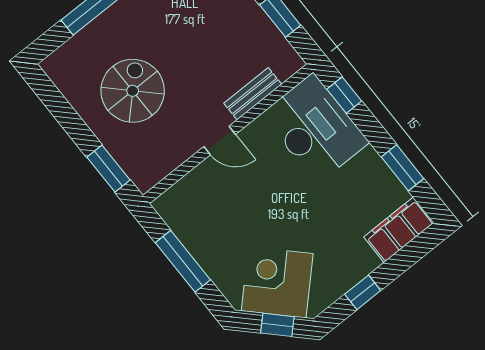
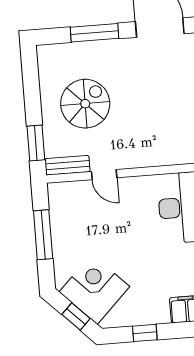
bench: (253, 94) -> (67, 165), moved
door: (220, 140) -> (104, 175), moved

